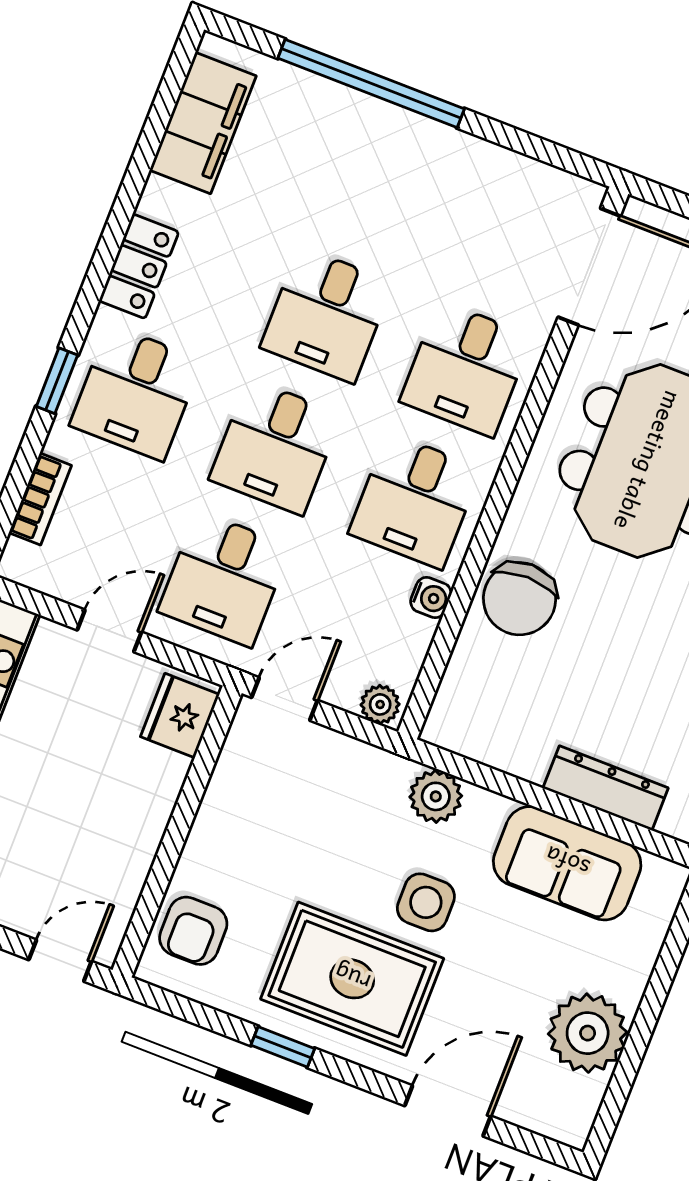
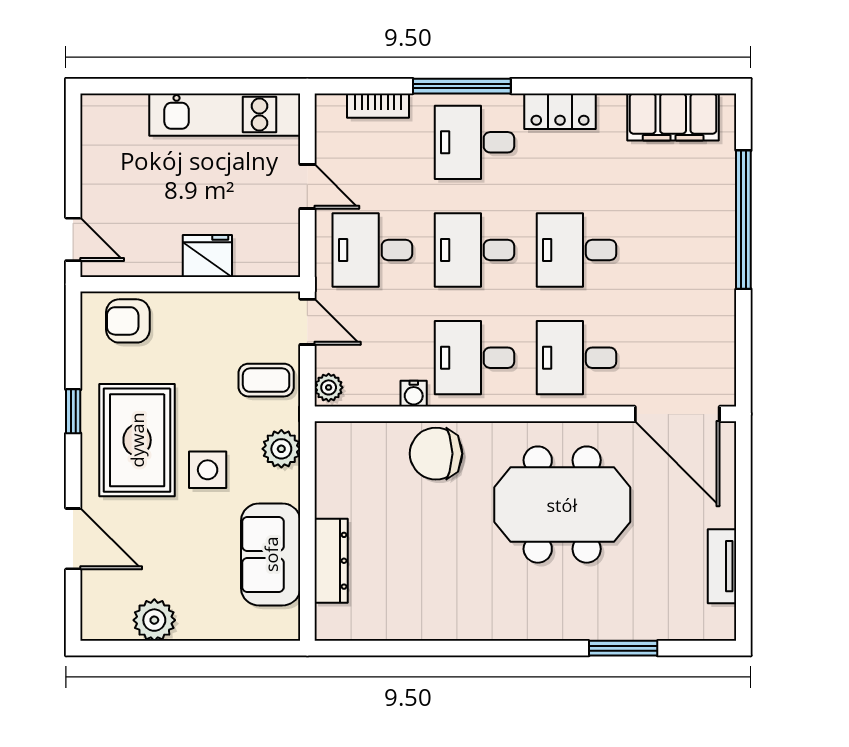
window: (57, 381) -> (462, 86), width x2.17
fridge: (180, 716) -> (207, 256), moved
coffee table: (339, 782) -> (266, 380), added
plant: (588, 1033) -> (154, 620), width x0.73, depth x0.73

